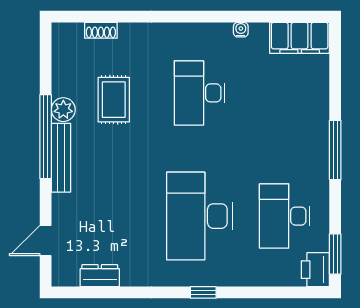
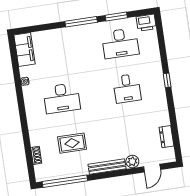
plant: (63, 110) -> (132, 161), moved
window: (46, 137) -> (65, 181), moved
desk: (200, 216) -> (127, 88), width x0.53, depth x0.77
door: (46, 240) -> (152, 168), hinge flipped
window: (335, 254) -> (116, 16), moved

